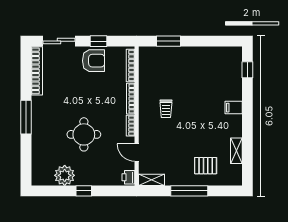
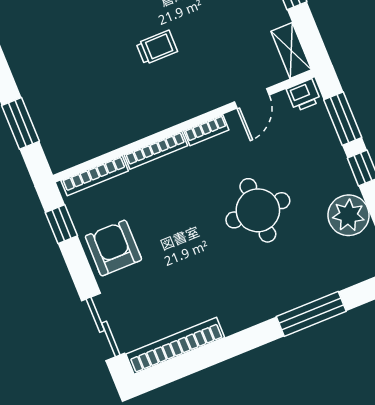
window: (99, 41) -> (61, 224), moved
trolley: (166, 109) -> (157, 47), moved
window: (26, 117) -> (311, 314), moved
window: (110, 191) -> (343, 119), added

